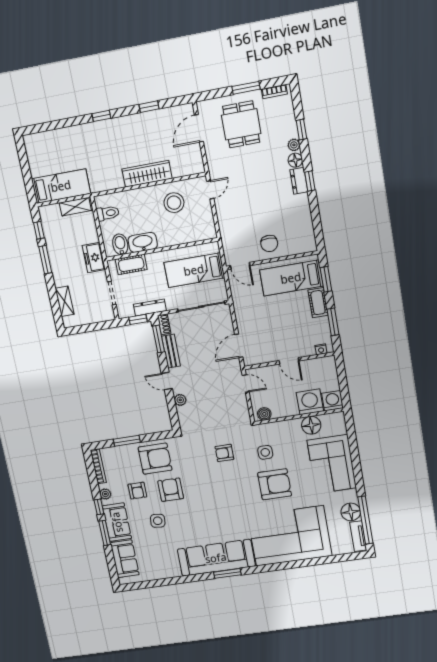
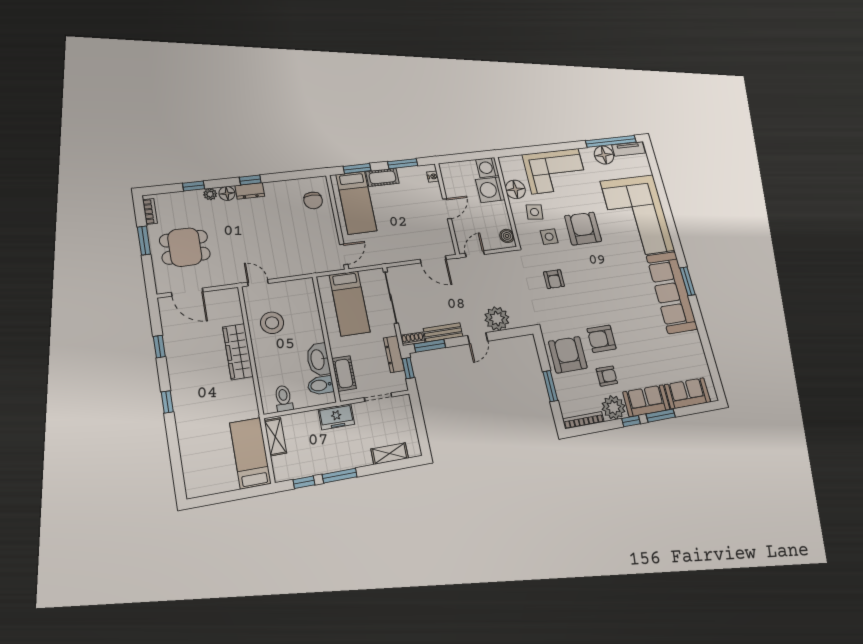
chair: (269, 243) -> (313, 200), moved, turned 90
plant: (180, 400) -> (497, 319), width x1.87, depth x1.87
plant: (105, 494) -> (614, 407), width x1.88, depth x1.88
side table: (158, 521) -> (534, 212), moved

